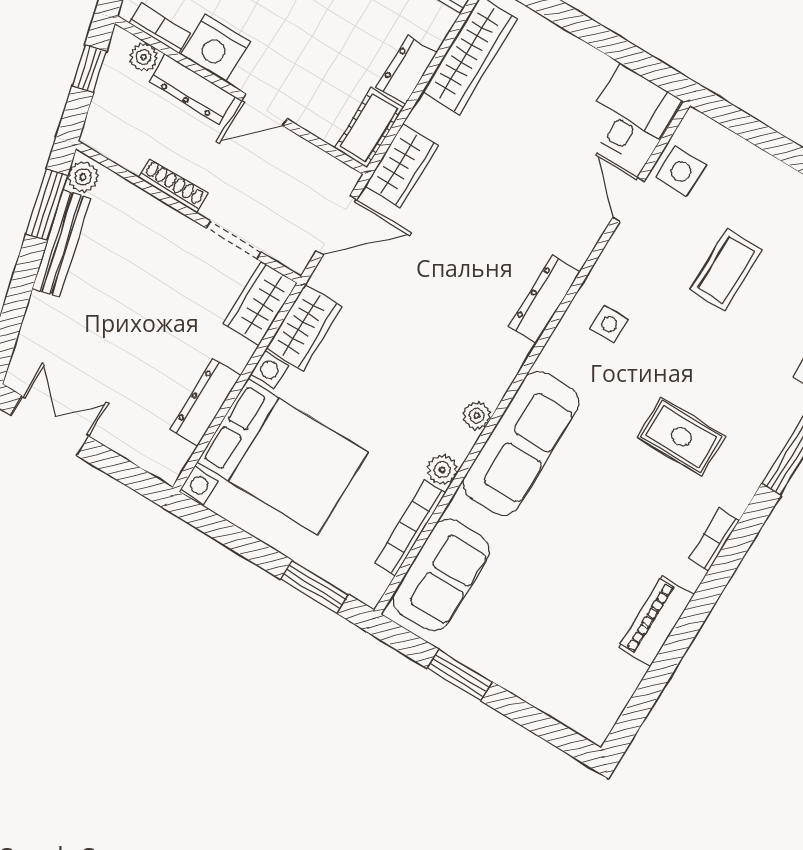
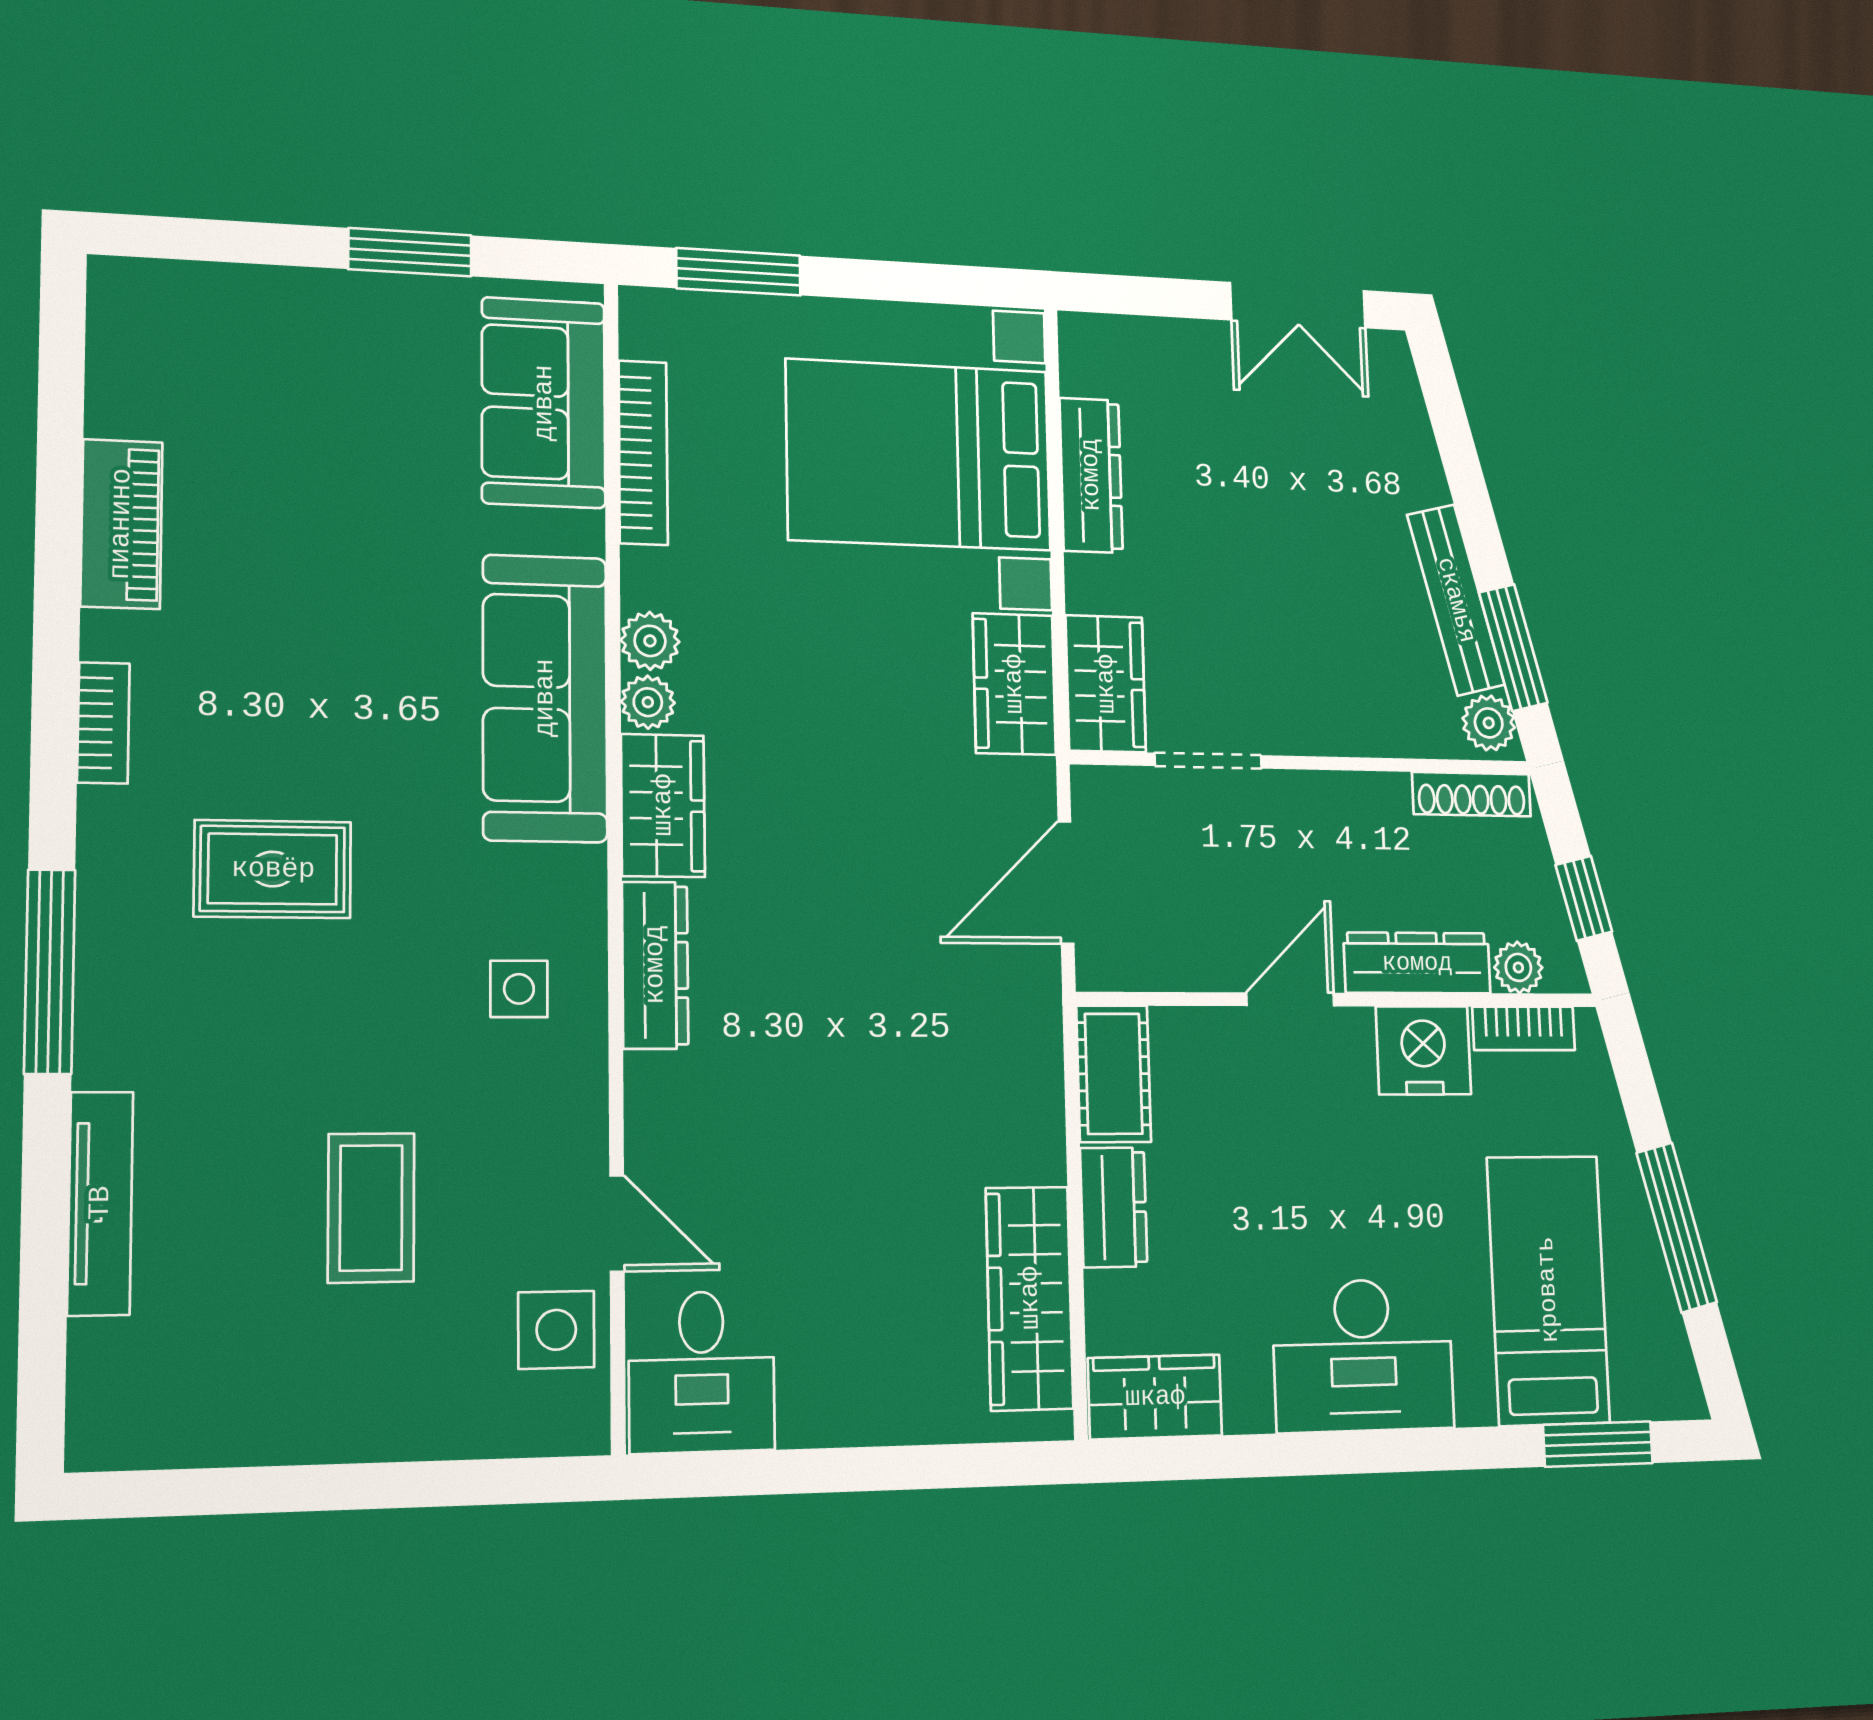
wardrobe: (402, 165) -> (663, 805), moved, turned 180
shoe rack: (173, 185) -> (1471, 794), moved
plant: (442, 470) -> (650, 641), moved

